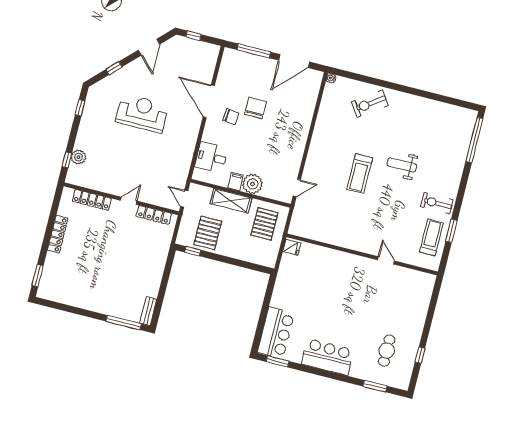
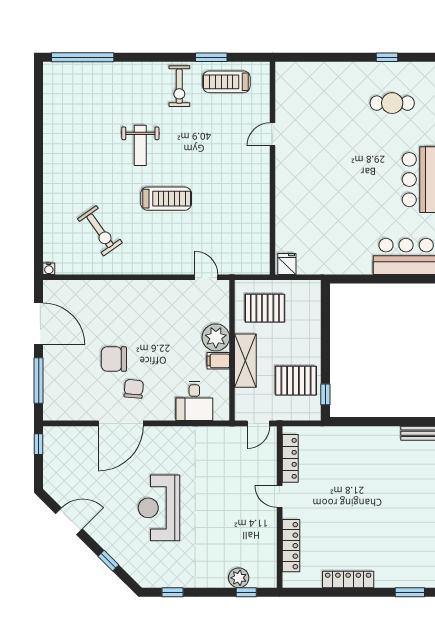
window: (194, 36) -> (39, 444), moved
exercise bike: (370, 104) -> (100, 231), moved

